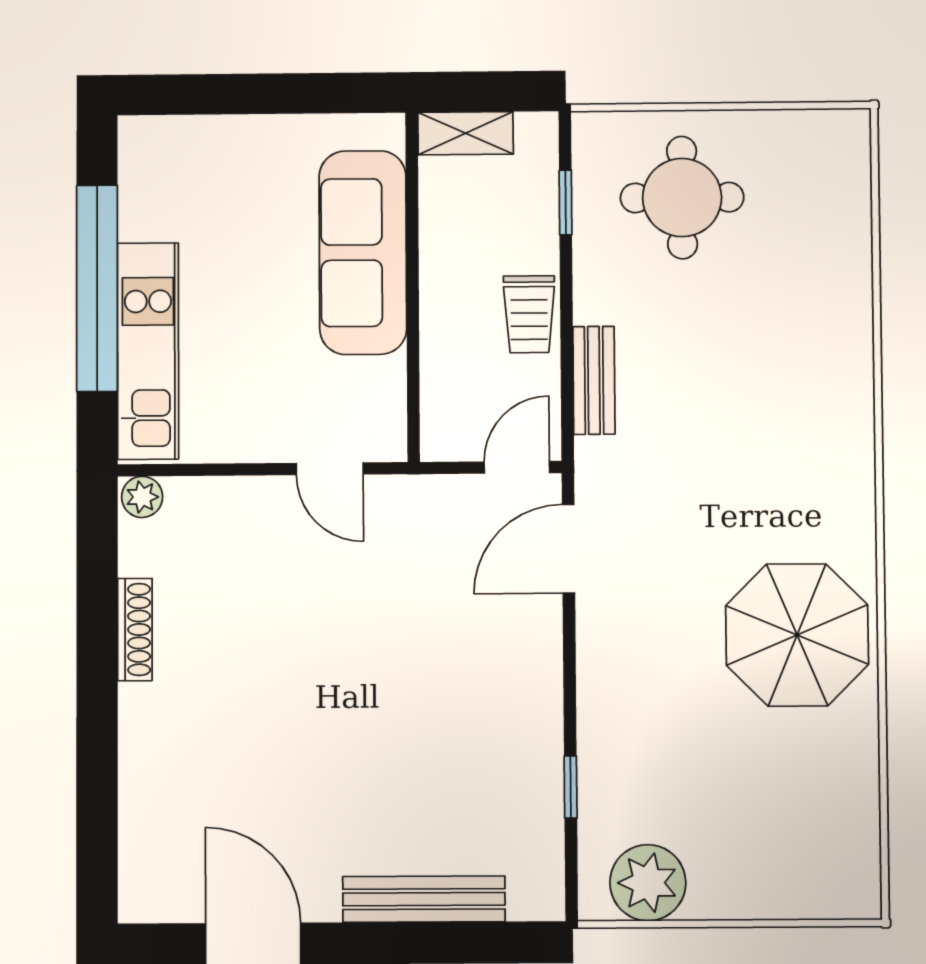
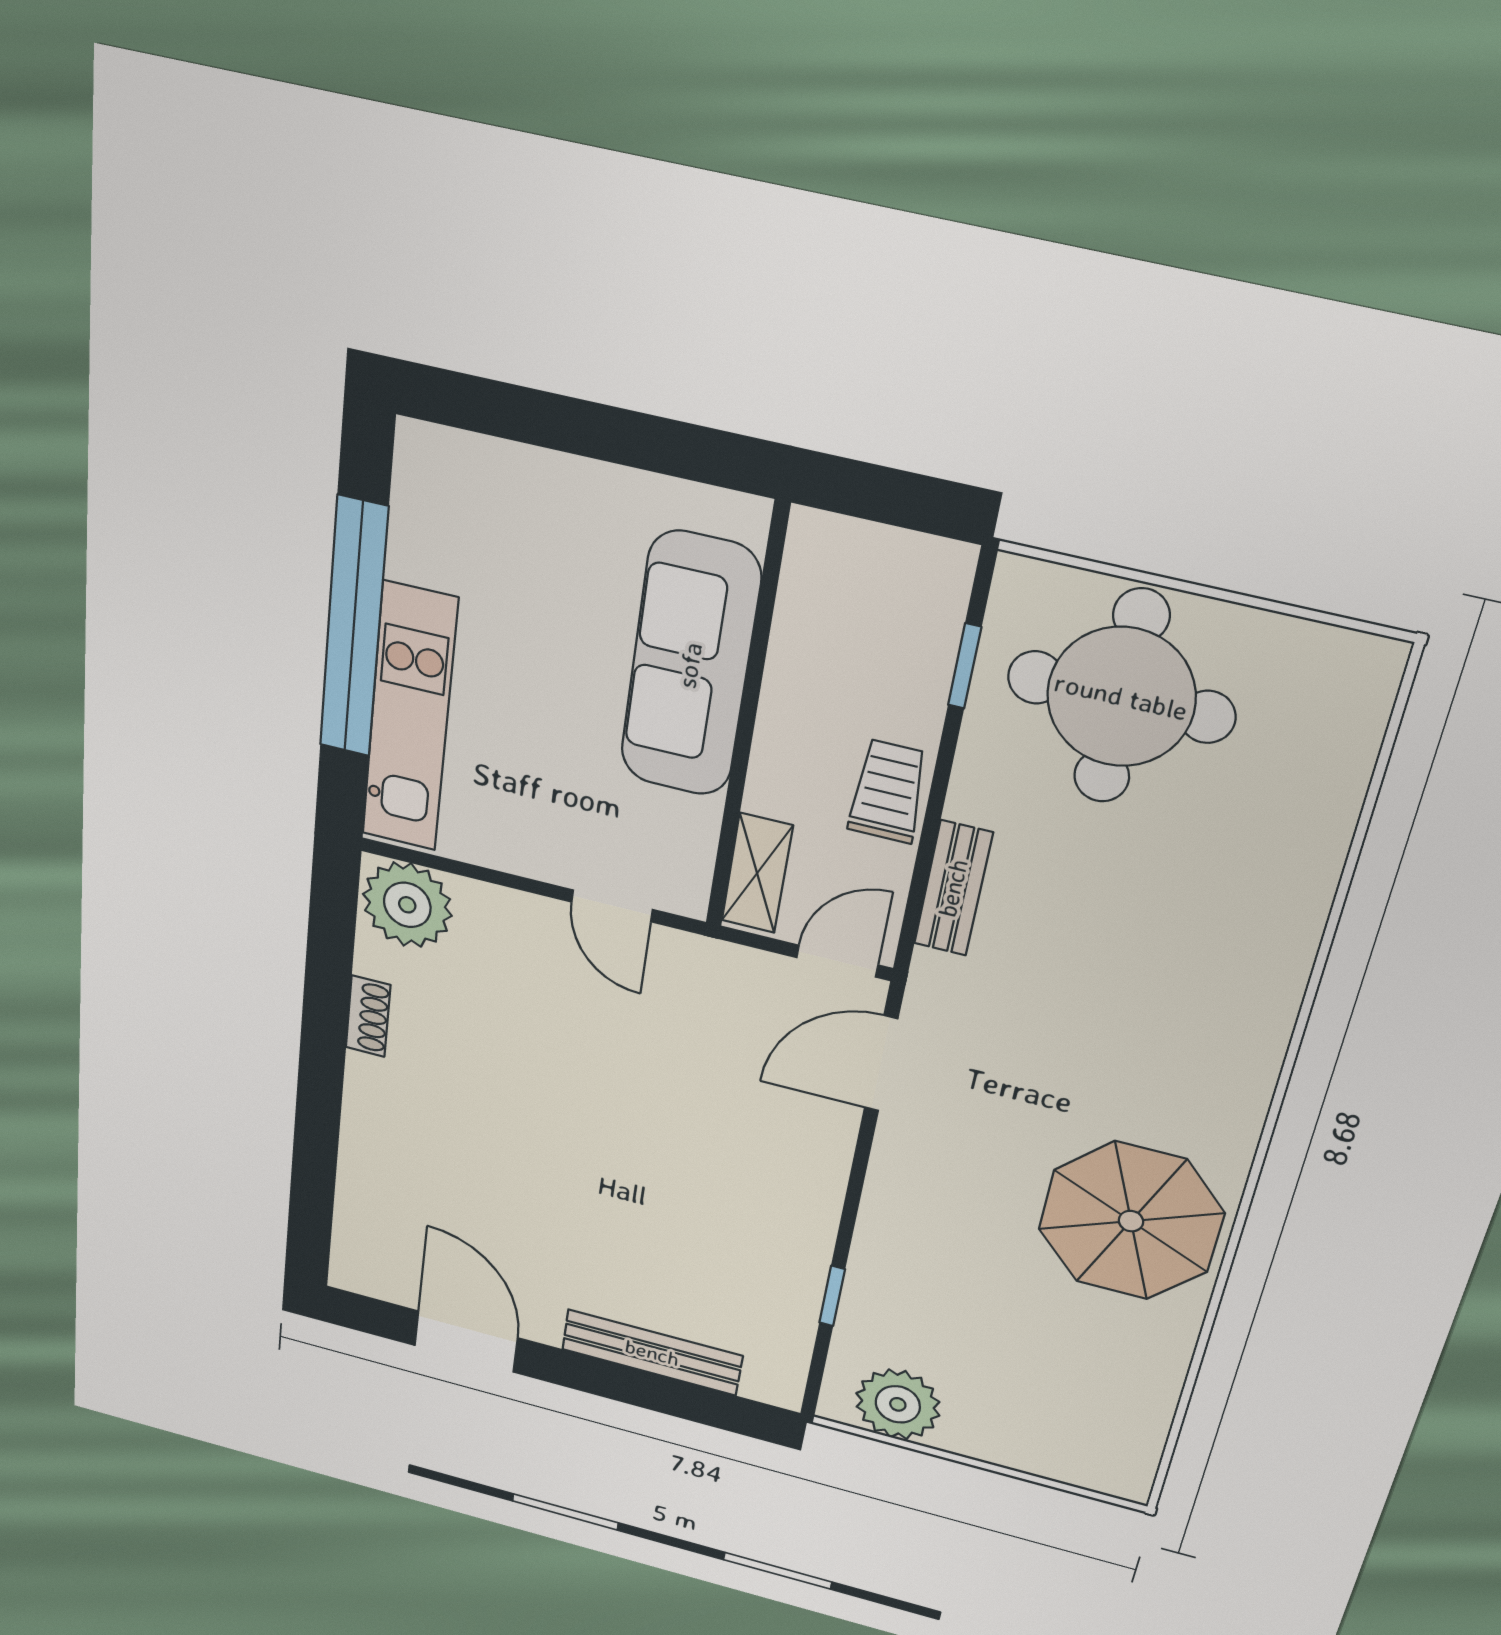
shelving: (466, 133) -> (757, 873), moved, turned 90
round table: (682, 198) -> (1121, 697), width x1.36, depth x1.36
trolley: (529, 314) -> (888, 791), turned 180
plant: (142, 497) -> (407, 905), width x1.87, depth x1.87
shoe rack: (135, 630) -> (368, 1016), width x0.70

